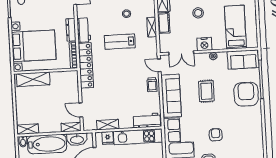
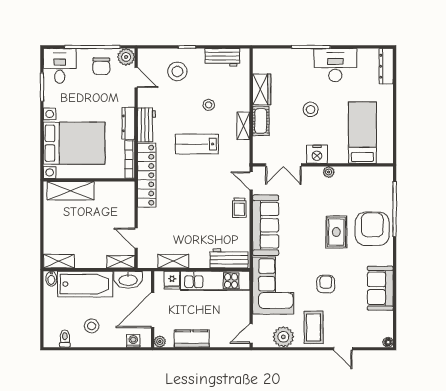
sofa: (243, 59) -> (380, 288), moved, turned 90
rug: (206, 91) -> (336, 232), moved

